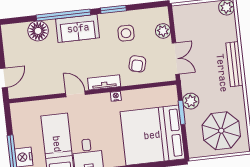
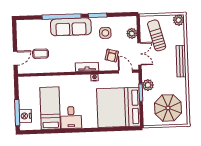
sofa: (78, 28) -> (71, 27), width x1.36
floor lamp: (38, 31) -> (43, 27), removed
sun lounger: (198, 31) -> (157, 35), added
coffee table: (38, 69) -> (41, 54), added
door: (76, 94) -> (126, 72), moved

